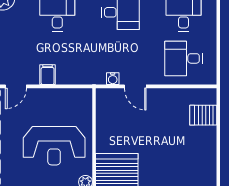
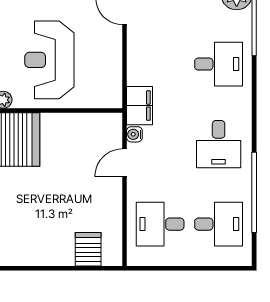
desk: (183, 58) -> (160, 224), turned -90
filing cabinet: (48, 75) -> (139, 106), moved, width x2.00

